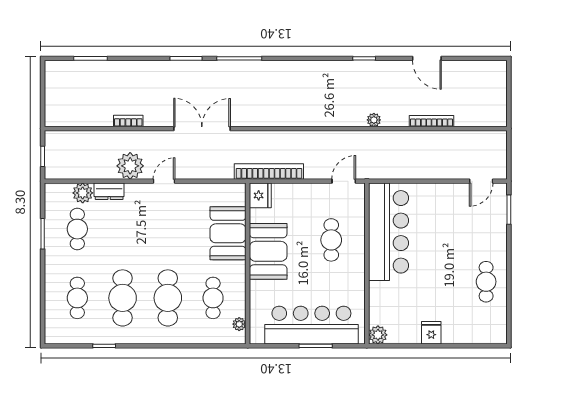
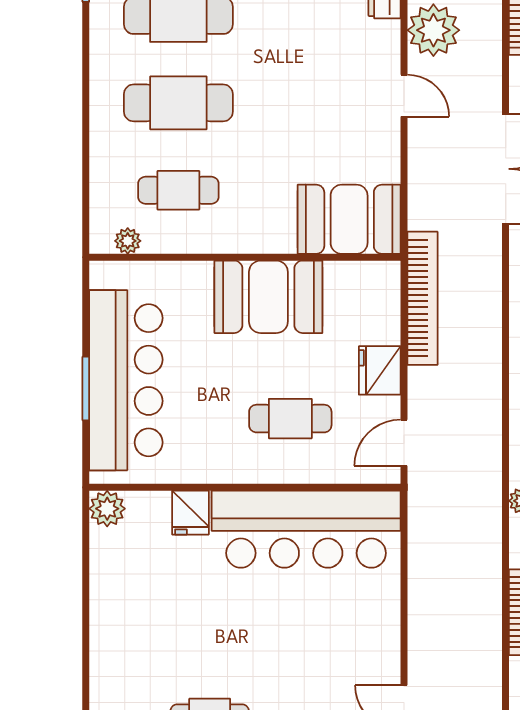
door: (344, 181) -> (404, 443), swing flipped
fridge: (260, 195) -> (380, 370), moved, turned 90
booth: (228, 233) -> (349, 219), moved
fridge: (431, 333) -> (190, 513), moved, turned 90

